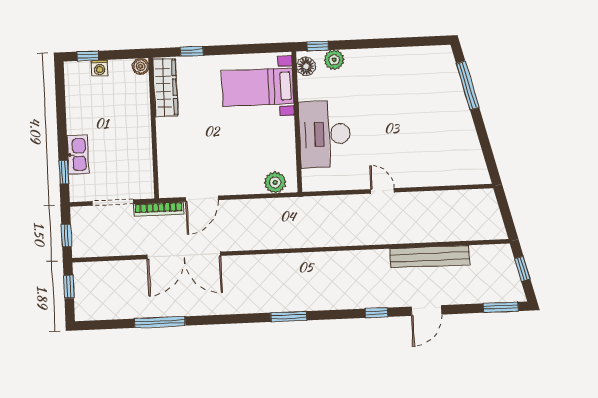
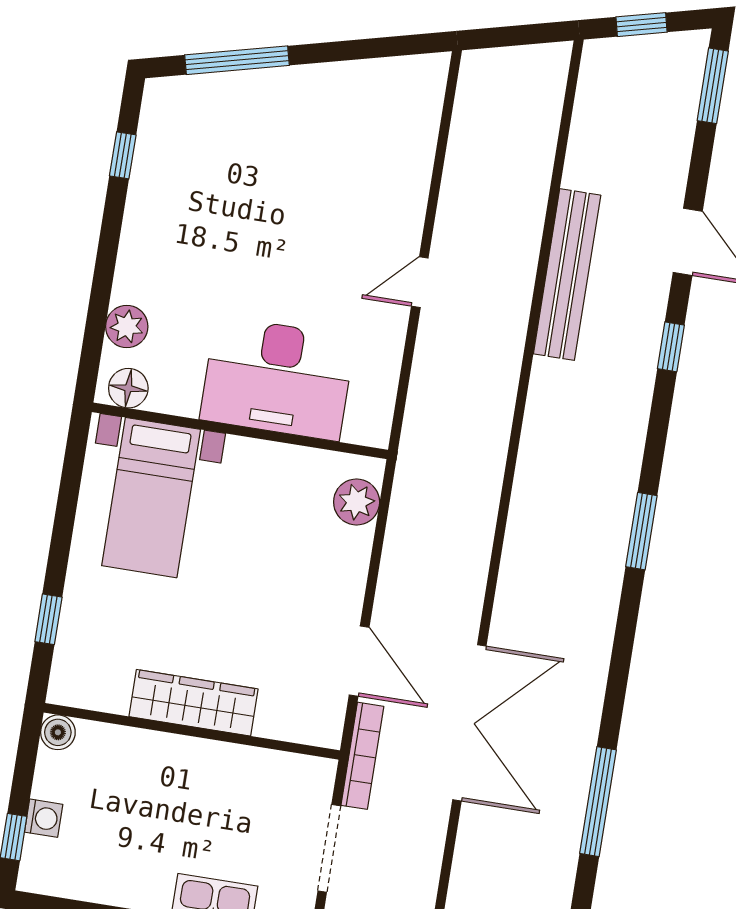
window: (318, 46) -> (123, 155), moved
wardrobe: (165, 88) -> (194, 703), moved
bench: (430, 257) -> (567, 275), moved

